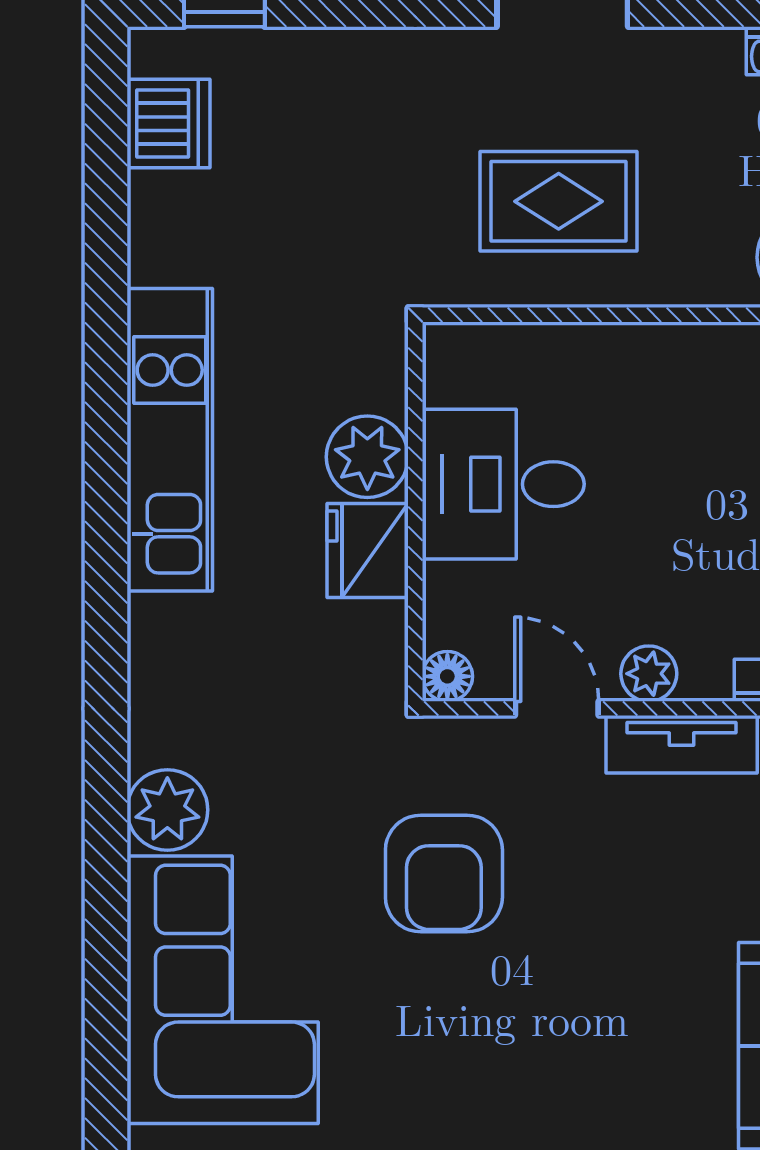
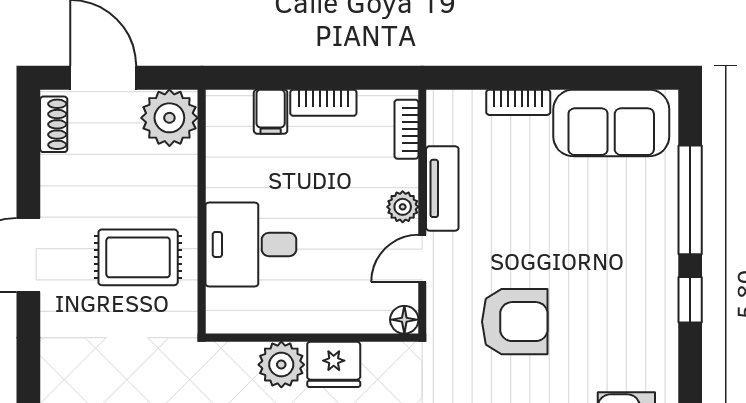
rug: (559, 201) -> (138, 257), turned 90
desk: (503, 484) -> (251, 244), moved, turned 90

